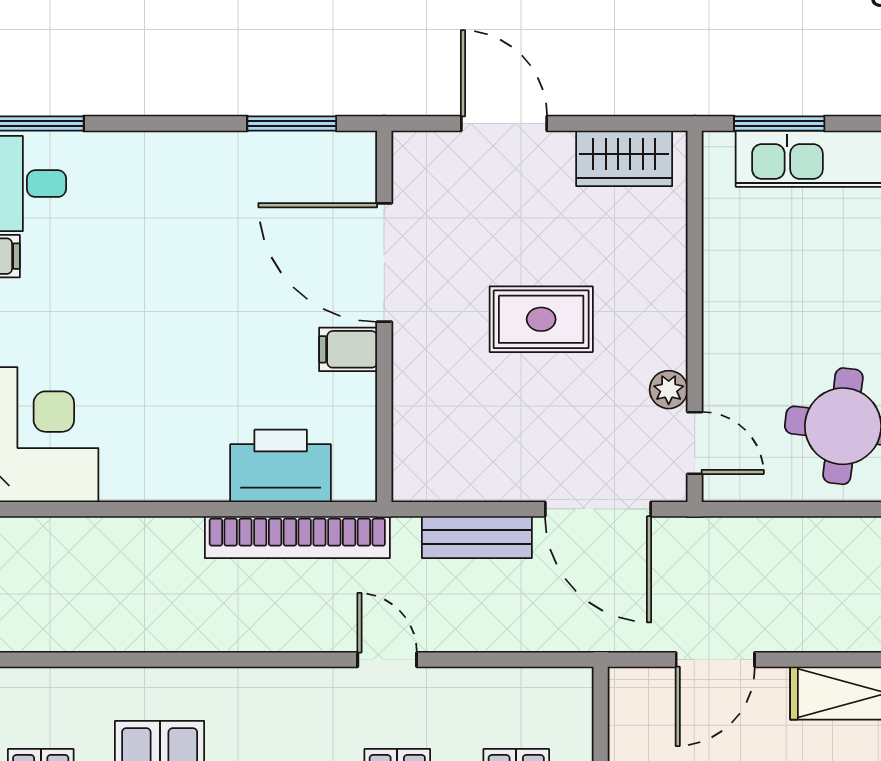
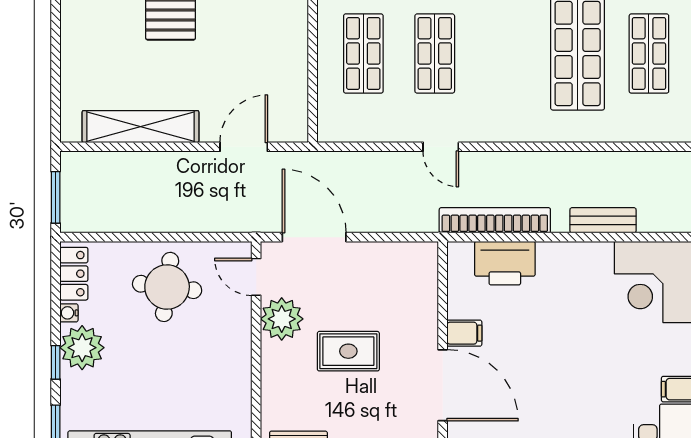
plant: (669, 390) -> (282, 319), width x1.88, depth x1.88
bench: (477, 537) -> (603, 220), moved

